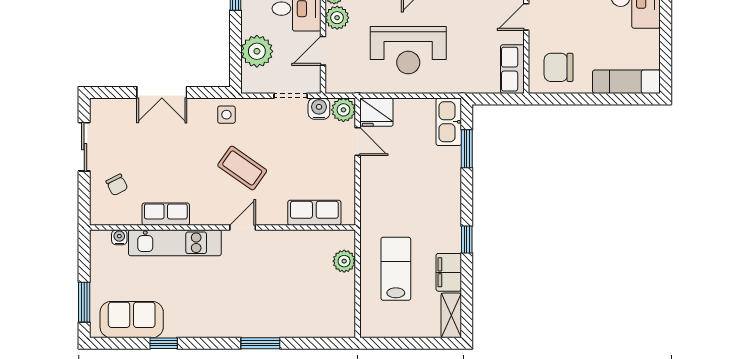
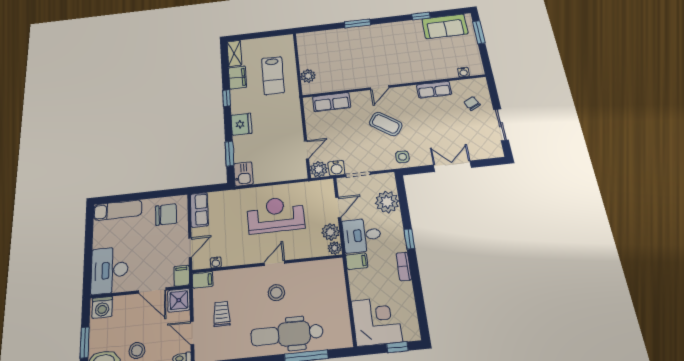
fridge: (376, 112) -> (241, 124), moved, turned 90
kitchen sink: (449, 122) -> (243, 174), width x0.73
door: (358, 142) -> (306, 150), swing flipped
kitchen unit: (175, 243) -> (425, 73), removed

